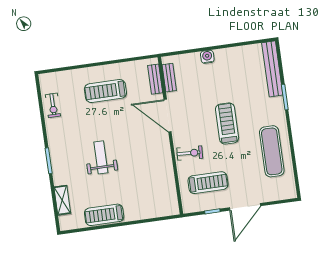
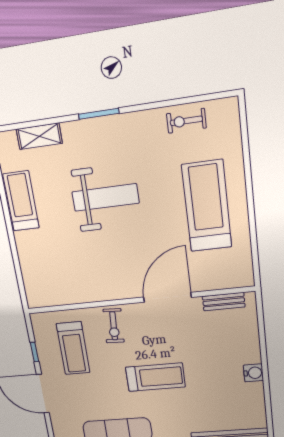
water cooler: (207, 57) -> (253, 373), moved
bench: (155, 79) -> (222, 281), removed
treadmill: (105, 91) -> (207, 206), width x1.37, depth x1.38
weight bench: (101, 157) -> (106, 198), width x1.36, depth x1.33

